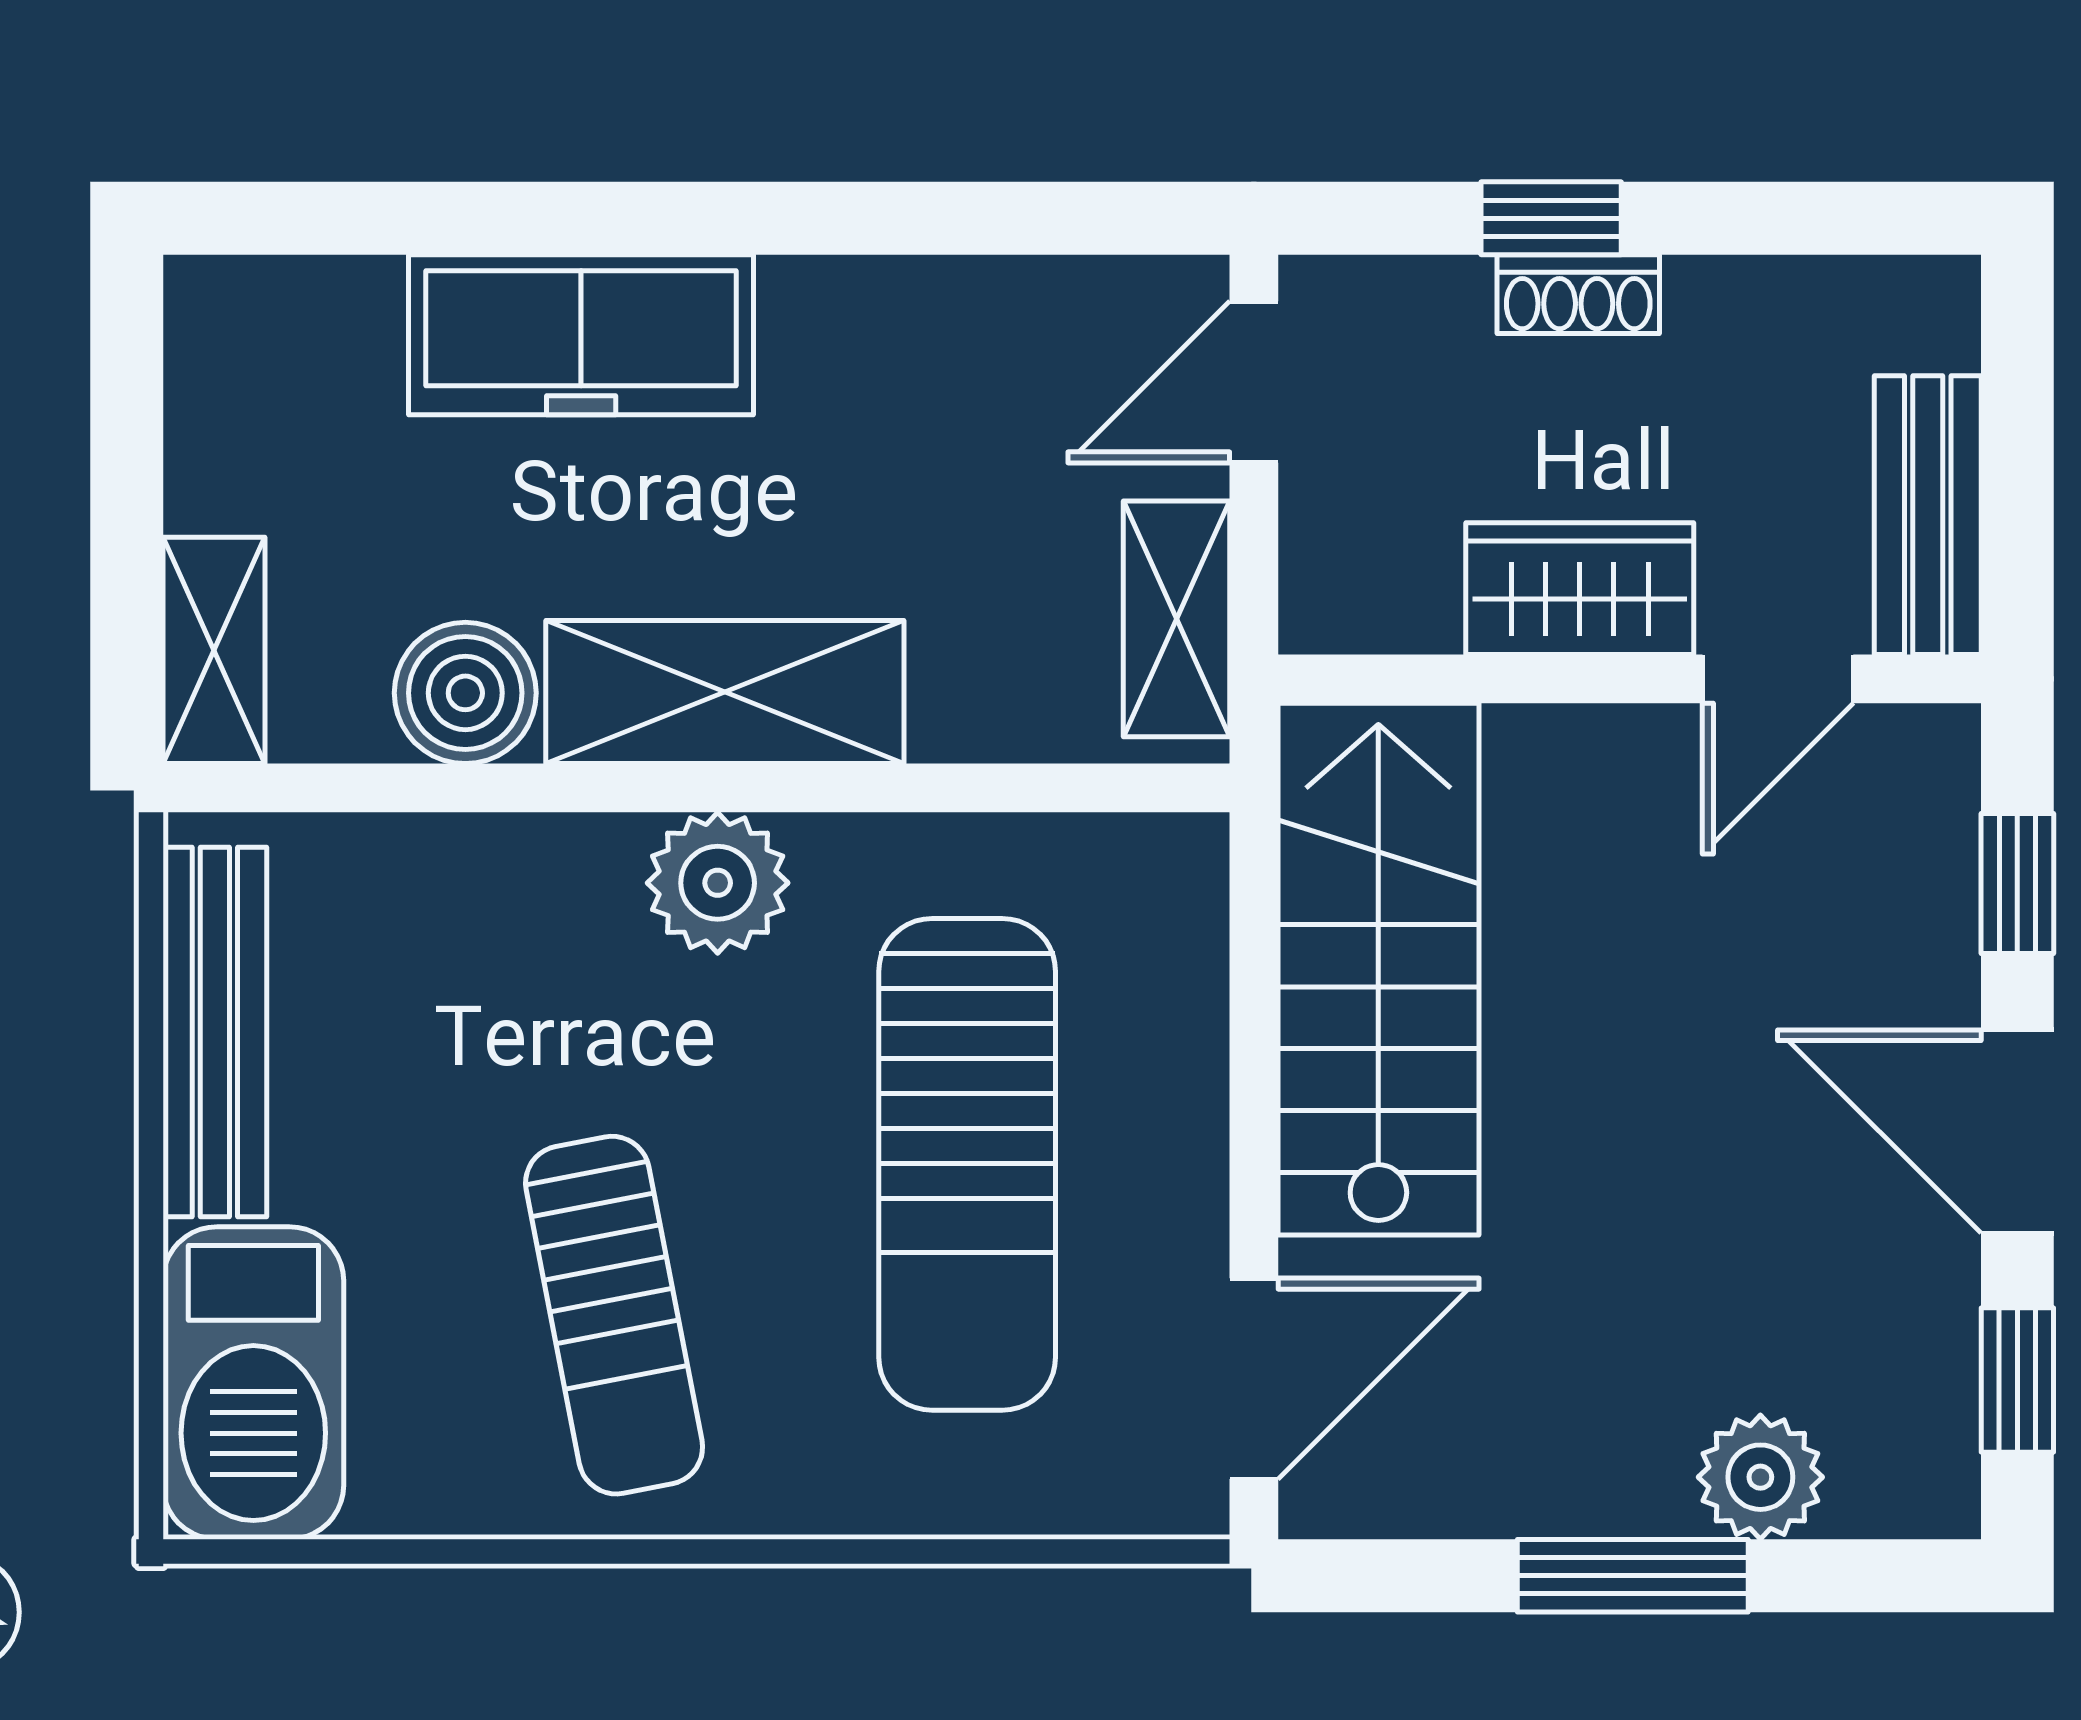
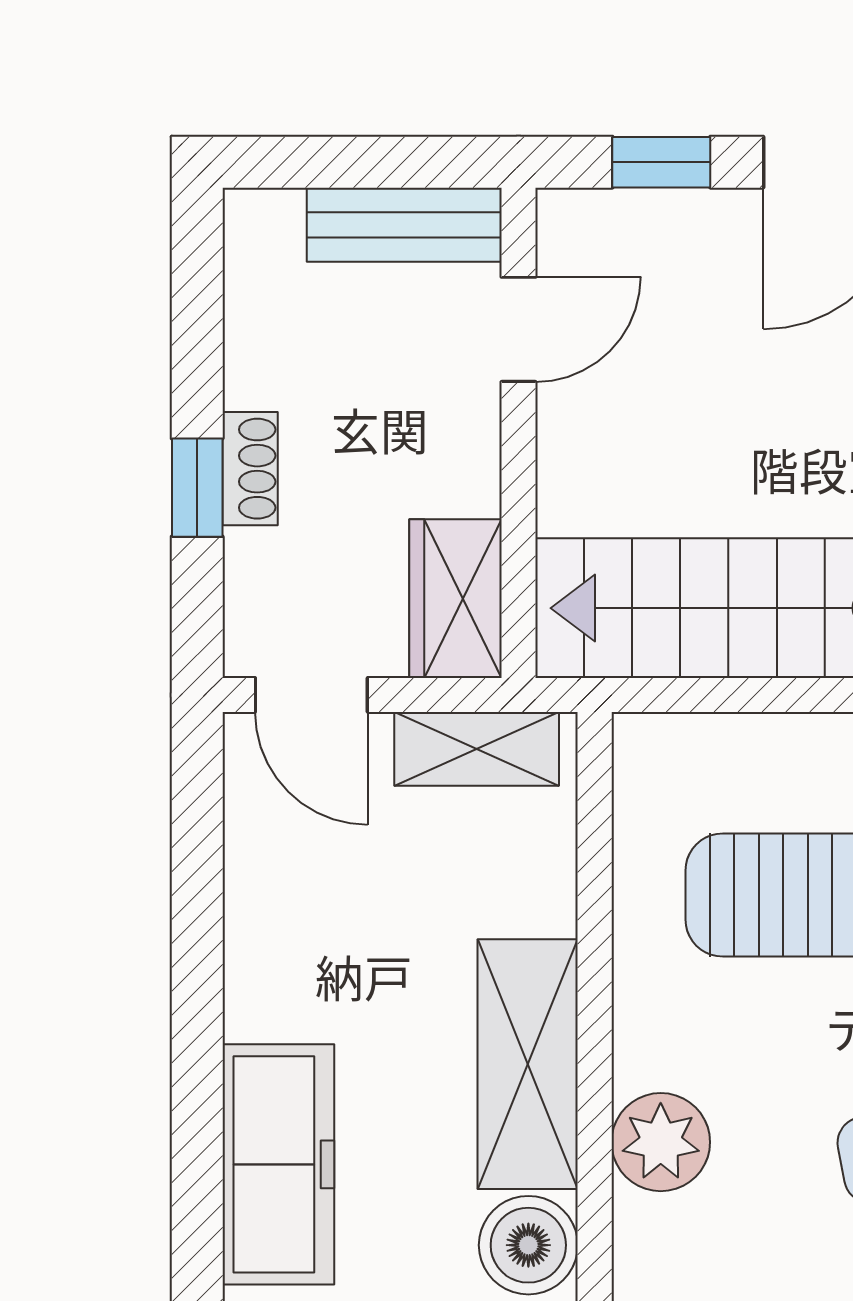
wardrobe: (1580, 589) -> (455, 599), moved
door: (1778, 679) -> (518, 329), hinge flipped
plant: (718, 883) -> (661, 1142), moved

